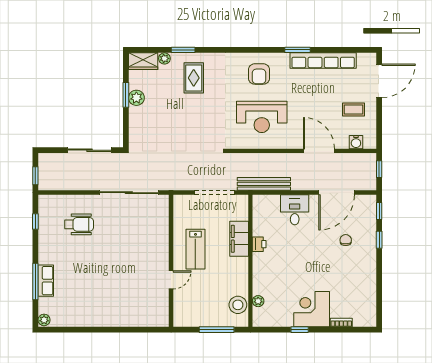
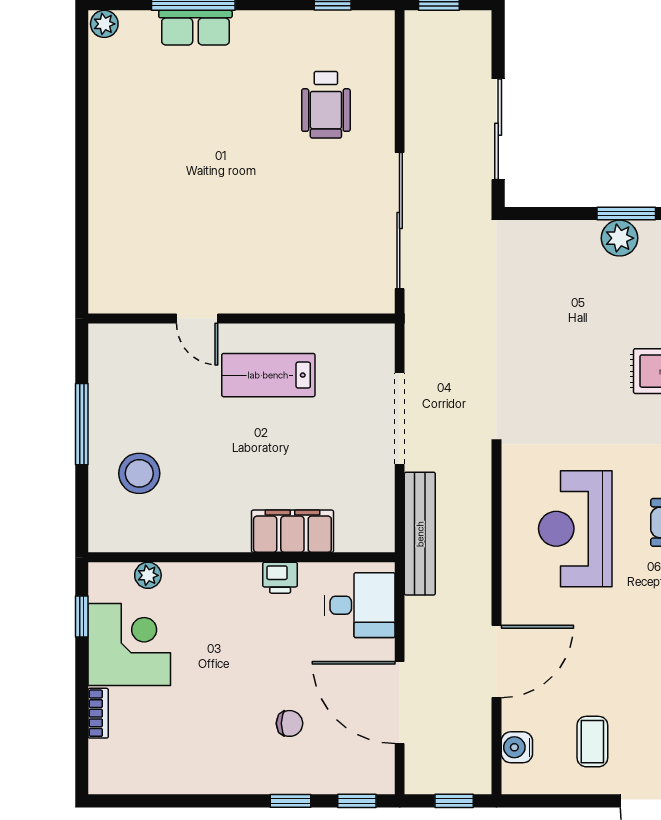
filing cabinet: (239, 239) -> (292, 531), moved
printer: (259, 244) -> (280, 578), moved
wall: (250, 261) -> (242, 557), moved
plant: (258, 301) -> (148, 575), moved

